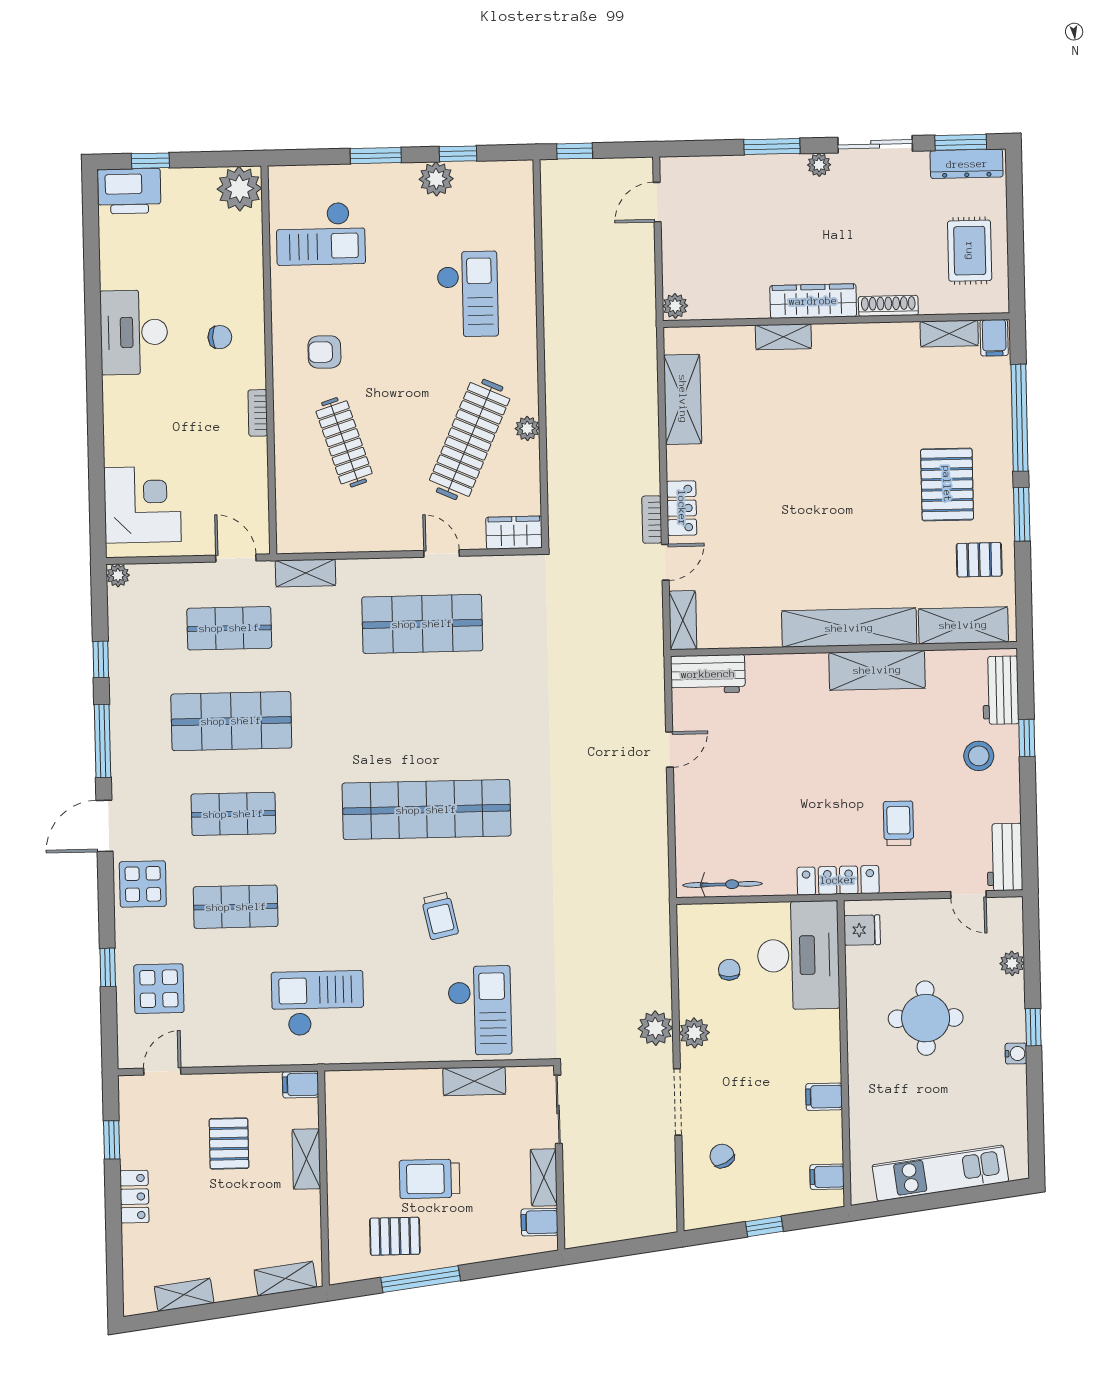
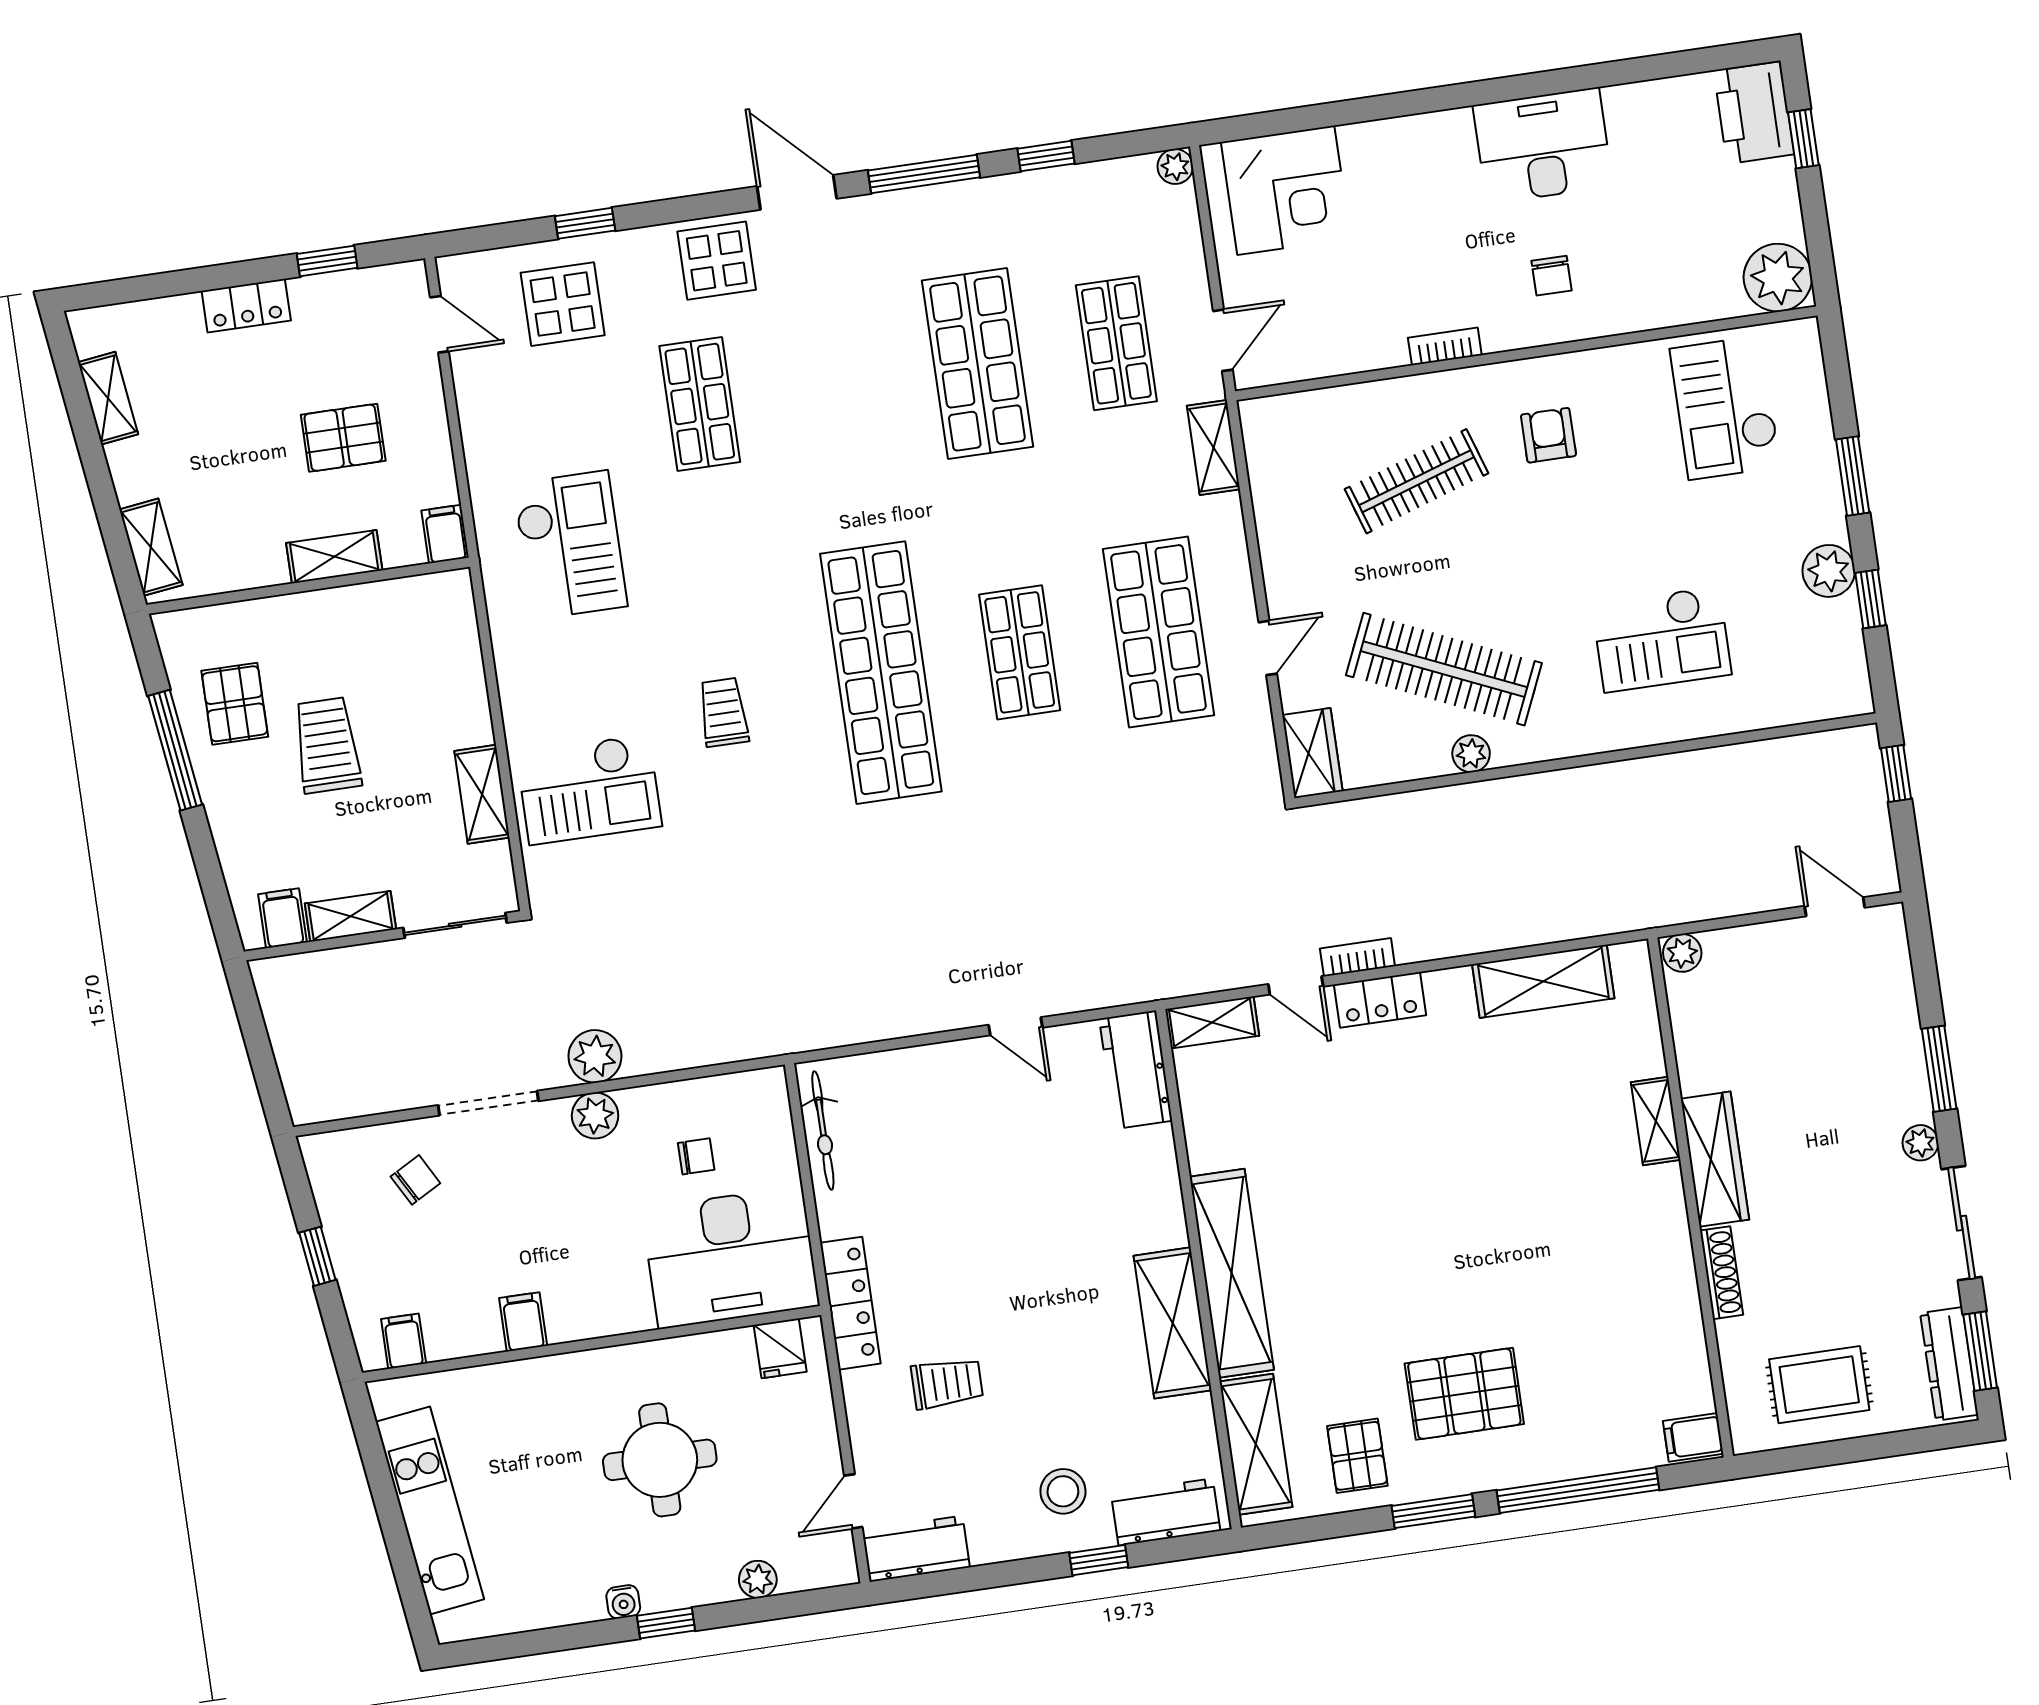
shelving: (949, 334) -> (1691, 1369), removed
shop shelf: (233, 814) -> (1020, 652), moved
trolley: (440, 916) -> (723, 712), turned 102

